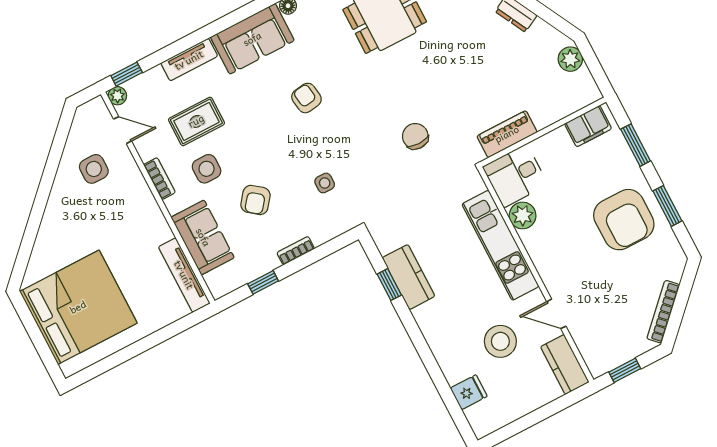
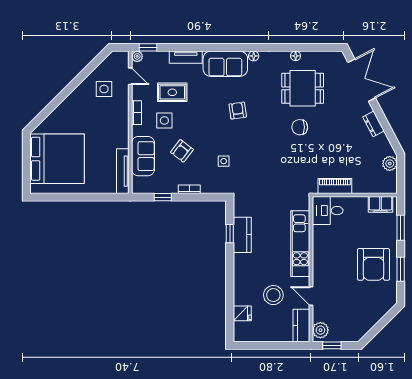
chair: (415, 136) -> (300, 127), moved, turned -90
plant: (523, 216) -> (320, 330), moved
bookcase: (663, 312) -> (369, 325), removed

